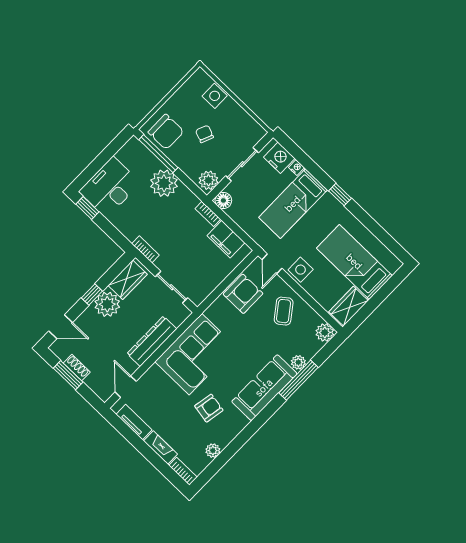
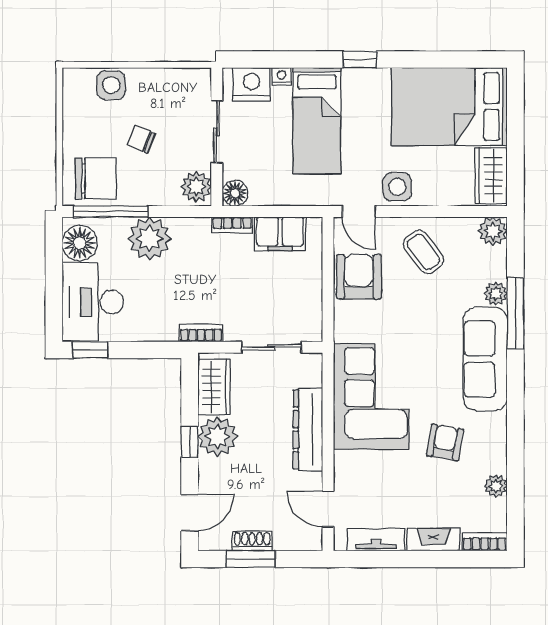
floor lamp: (130, 154) -> (80, 243), added
bed: (354, 262) -> (449, 107), width x1.50

